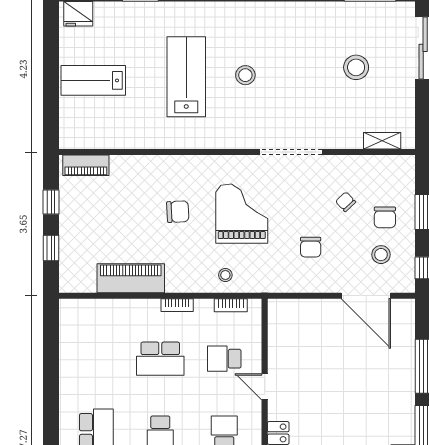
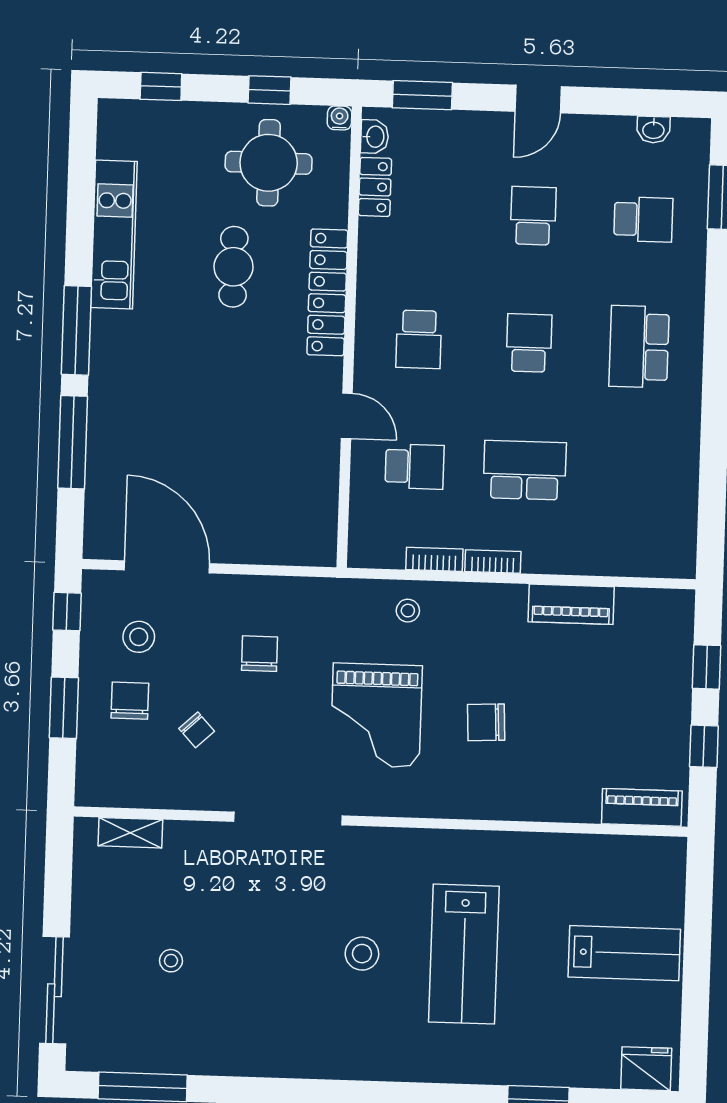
stool: (356, 67) -> (171, 961), width x0.53, depth x0.53
piano: (131, 278) -> (571, 604), width x0.73, depth x0.75
bookcase: (231, 305) -> (434, 559), moved

